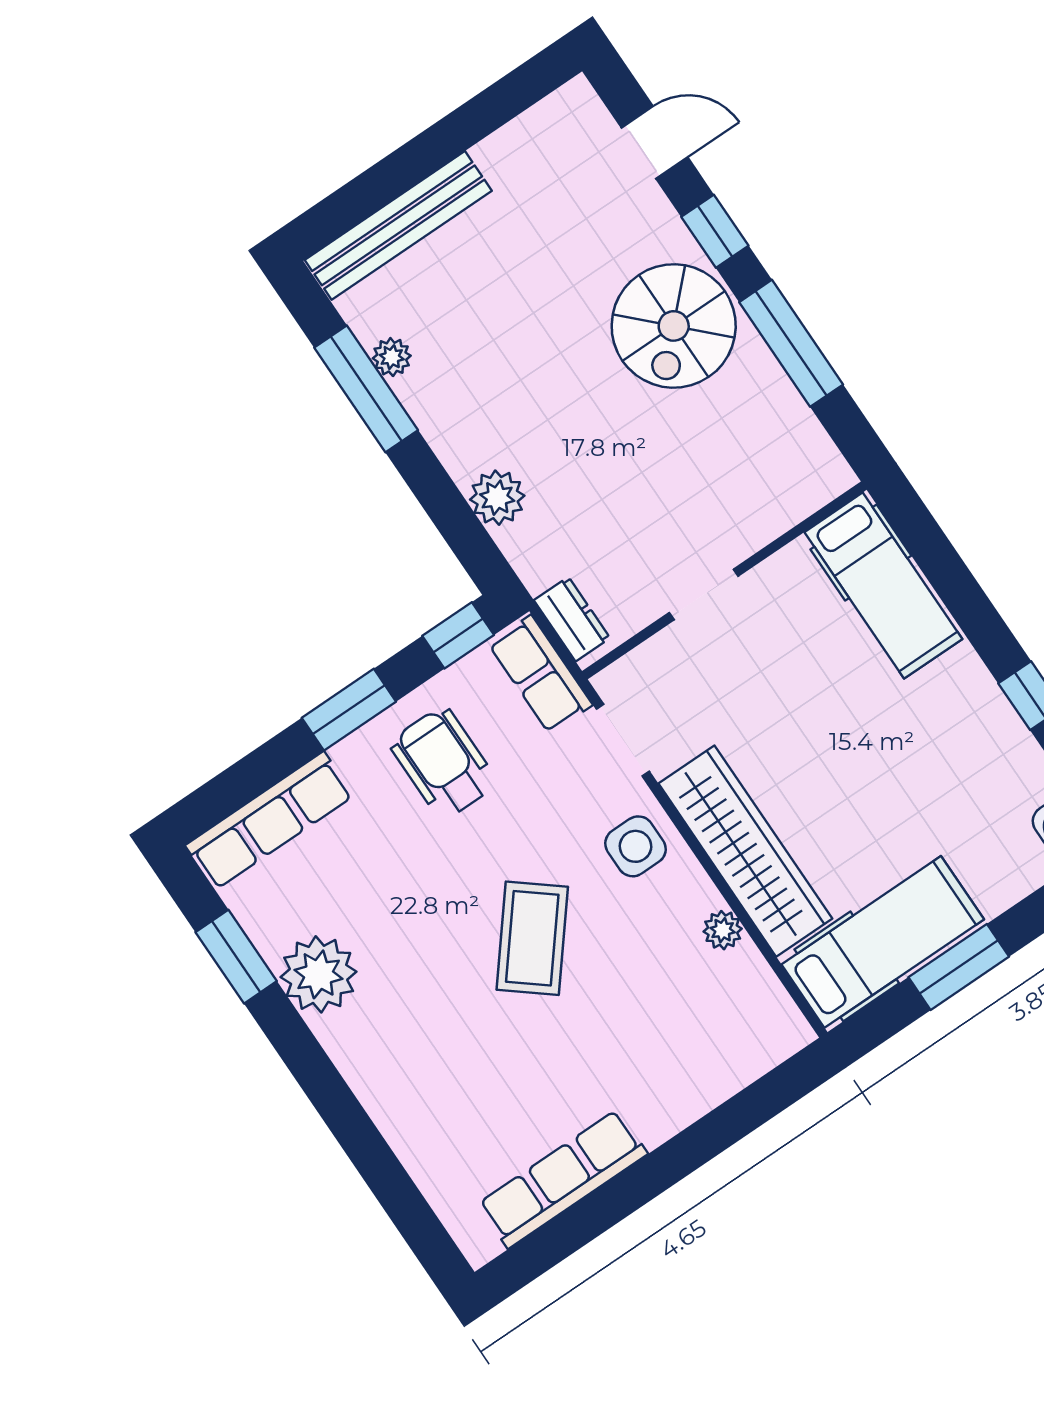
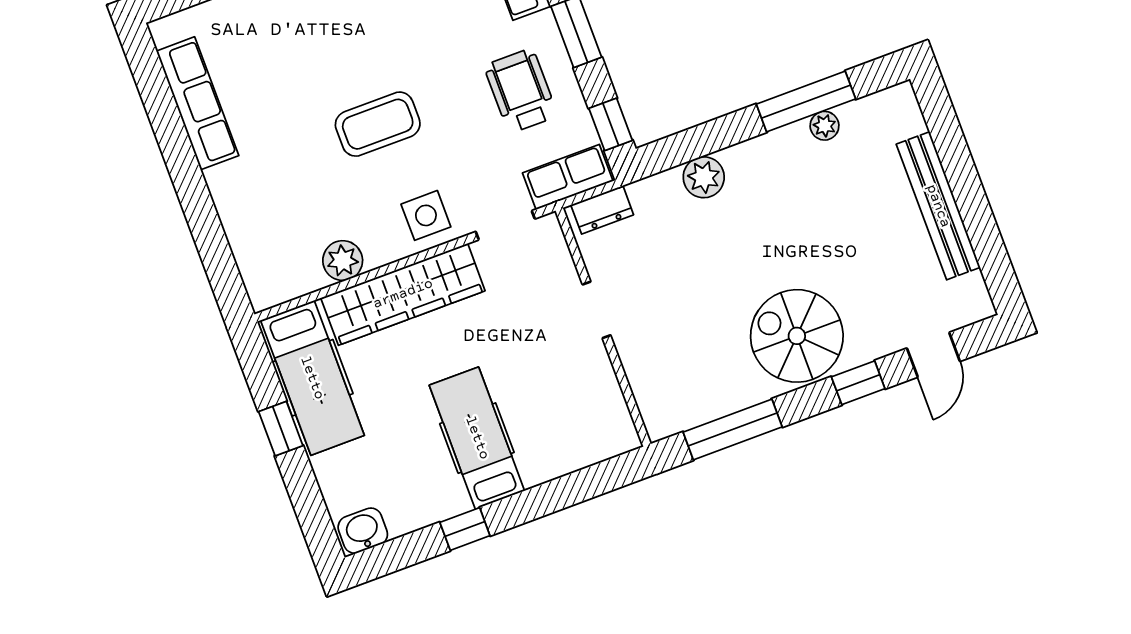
bench: (398, 225) -> (938, 206), moved
window: (791, 343) -> (733, 429), moved
hospital bed: (883, 586) -> (477, 438), moved, turned 90
wheelchair: (443, 763) -> (521, 91), turned -90
plant: (723, 930) -> (343, 261), width x1.38, depth x1.38
coffee table: (532, 938) -> (378, 124), turned -39
window: (959, 967) -> (281, 429), width x0.67

